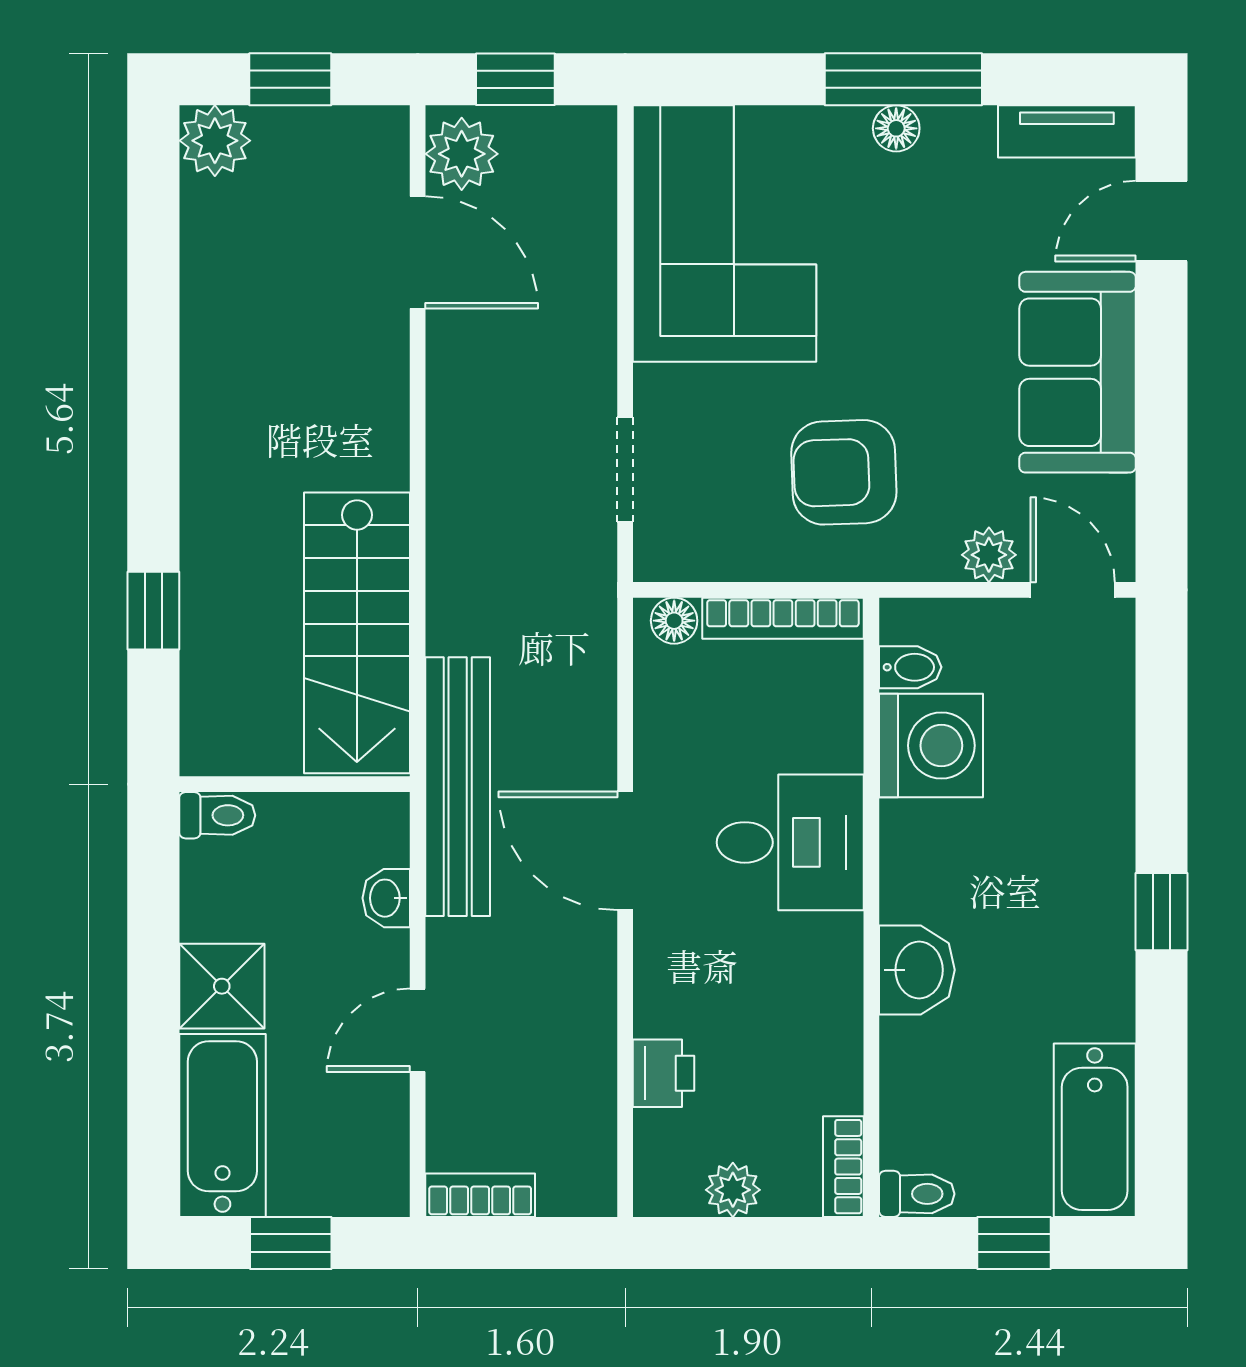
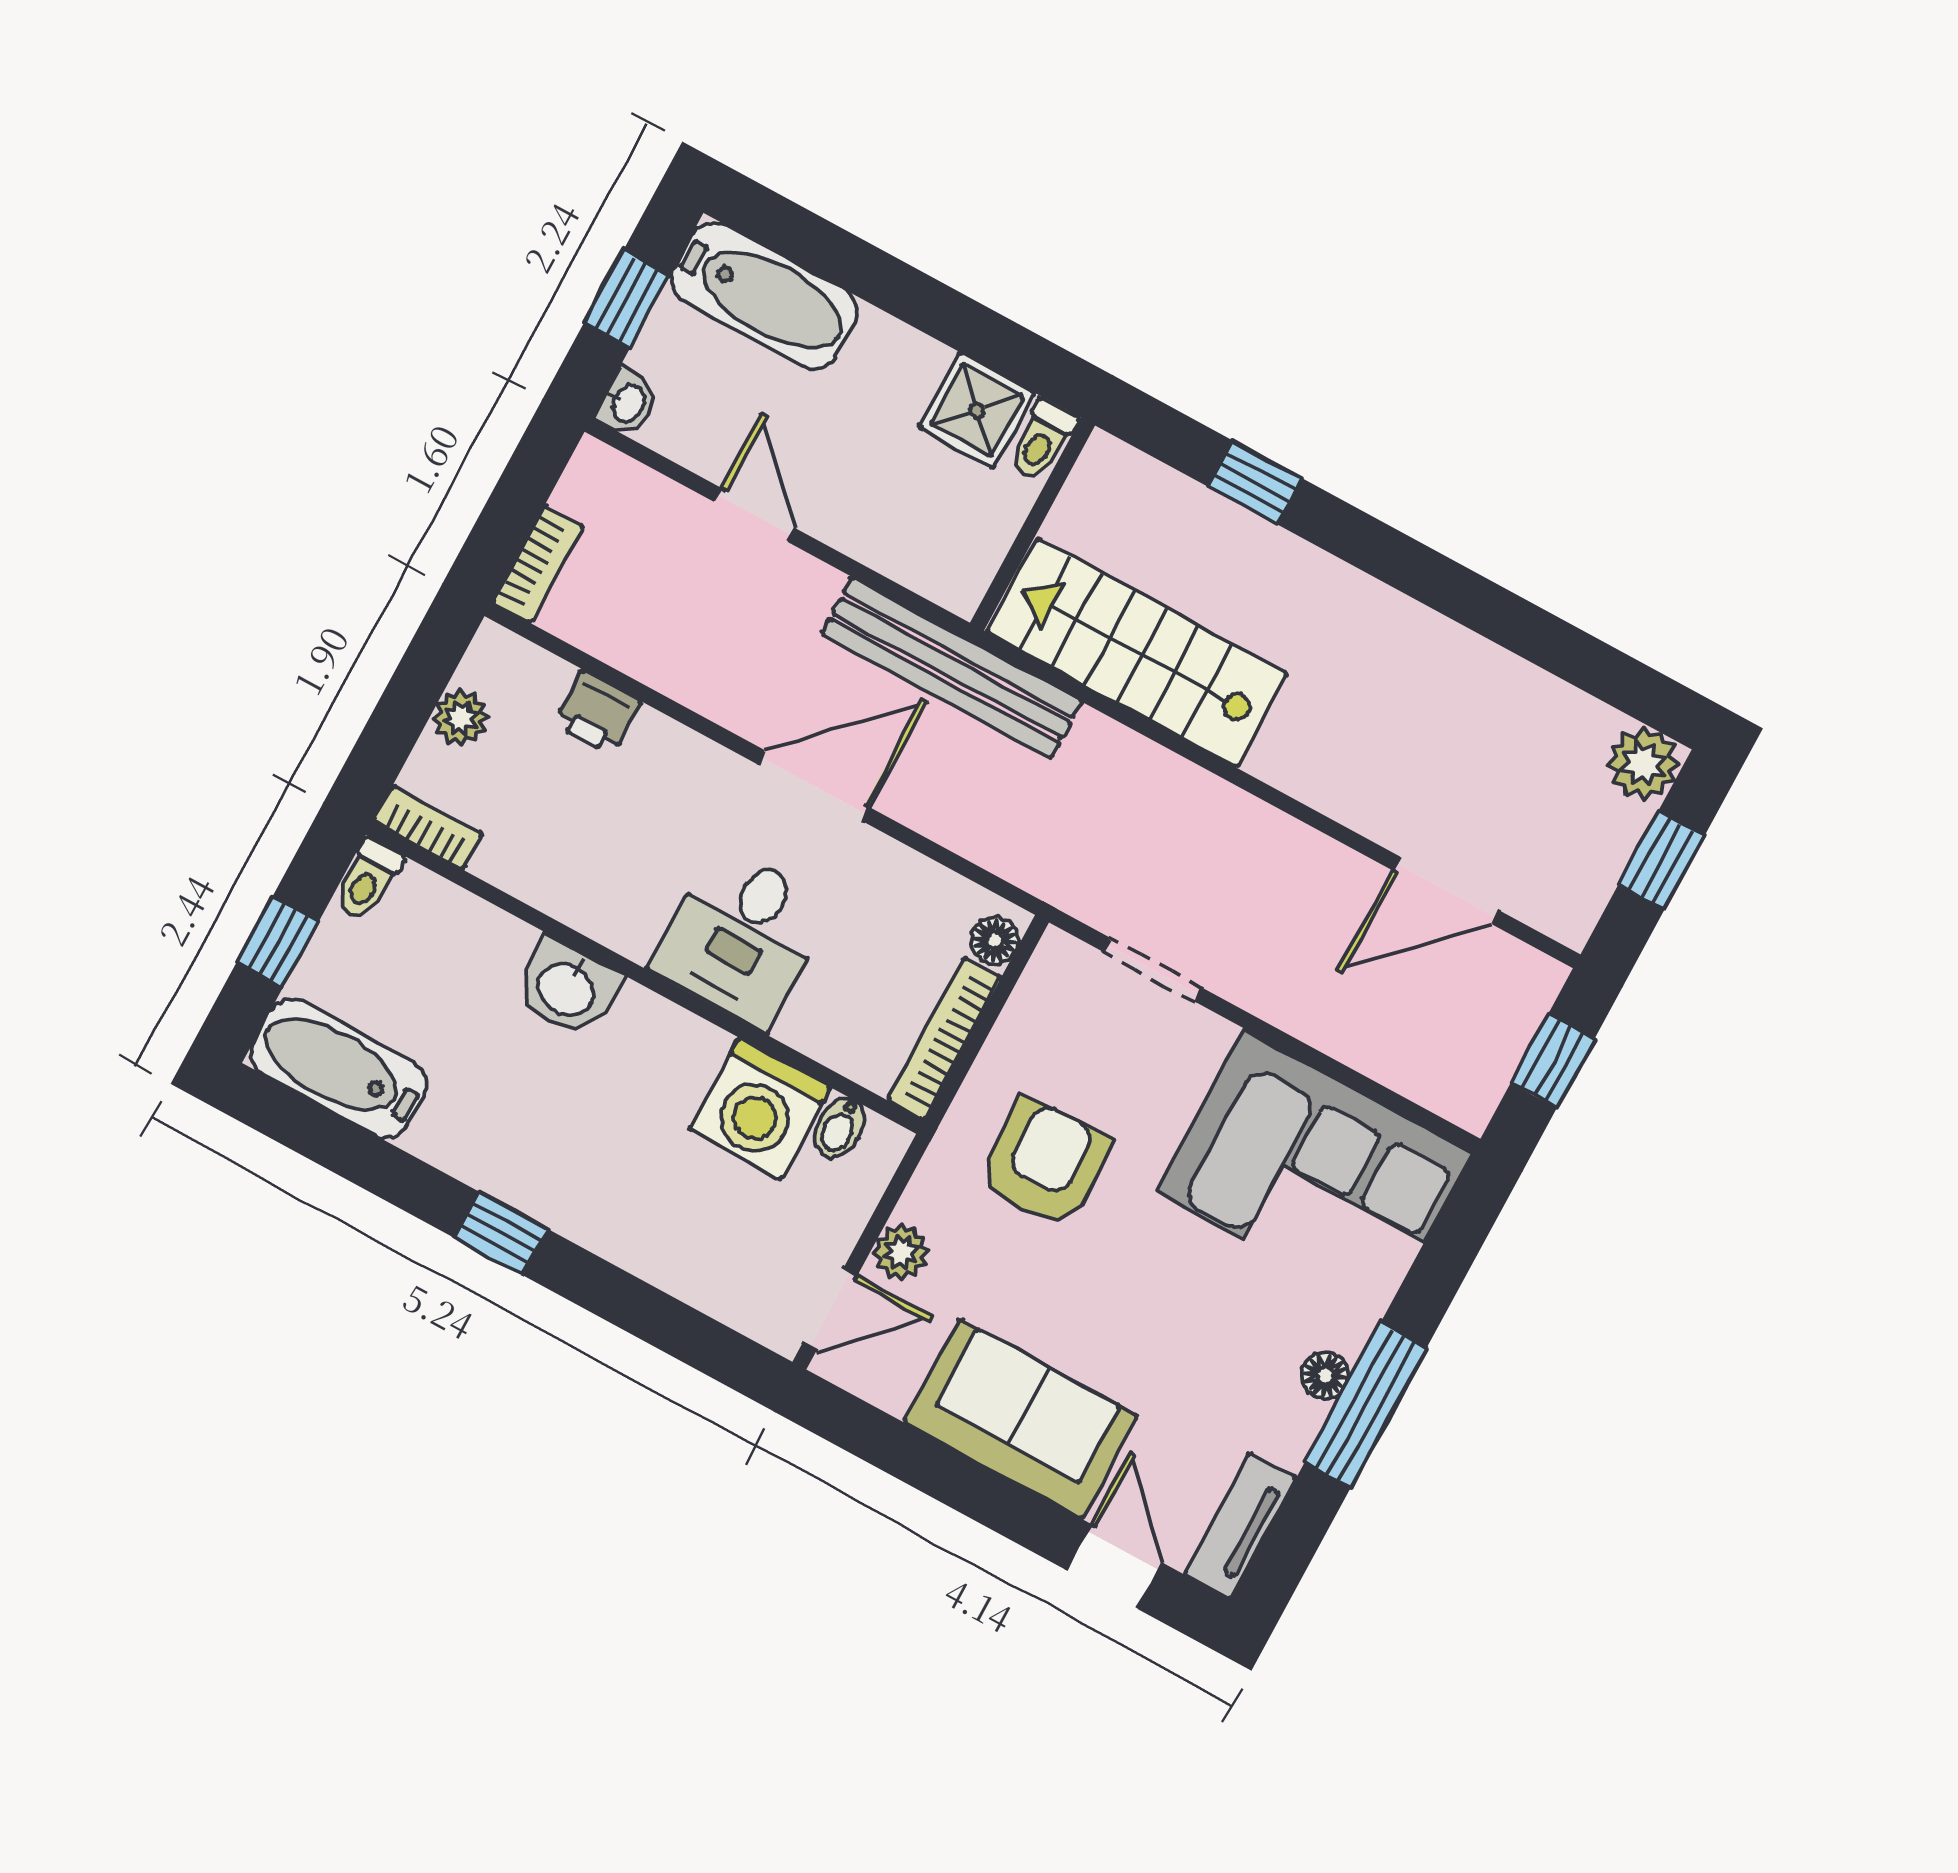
plant: (462, 154) -> (1512, 977), removed
washbasin: (386, 898) -> (627, 403), moved, turned 90
shower: (222, 986) -> (977, 410), moved
bookcase: (480, 1195) -> (538, 564), moved

